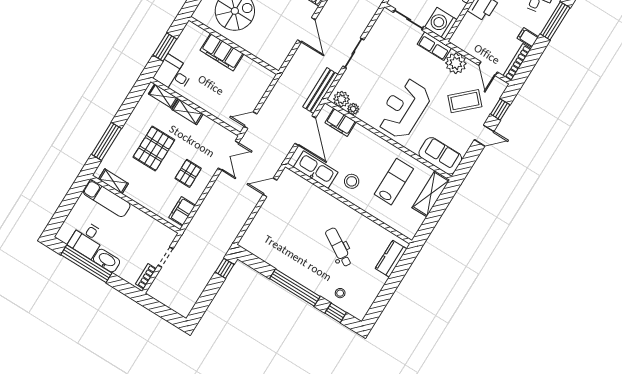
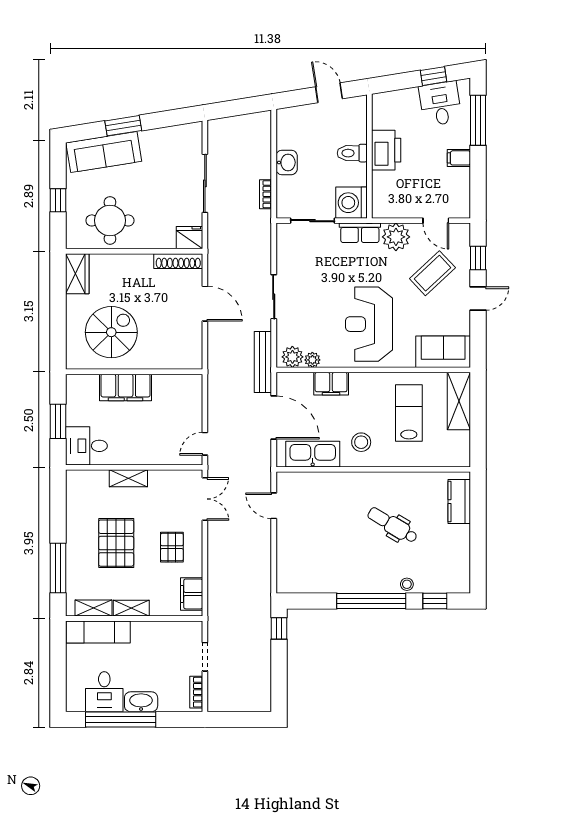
bookcase: (517, 62) -> (464, 193), removed
shelving: (163, 96) -> (131, 608), moved
filing cabinet: (340, 122) -> (331, 384), moved
door: (270, 187) -> (274, 506), hinge flipped
stool: (340, 293) -> (407, 584), moved

